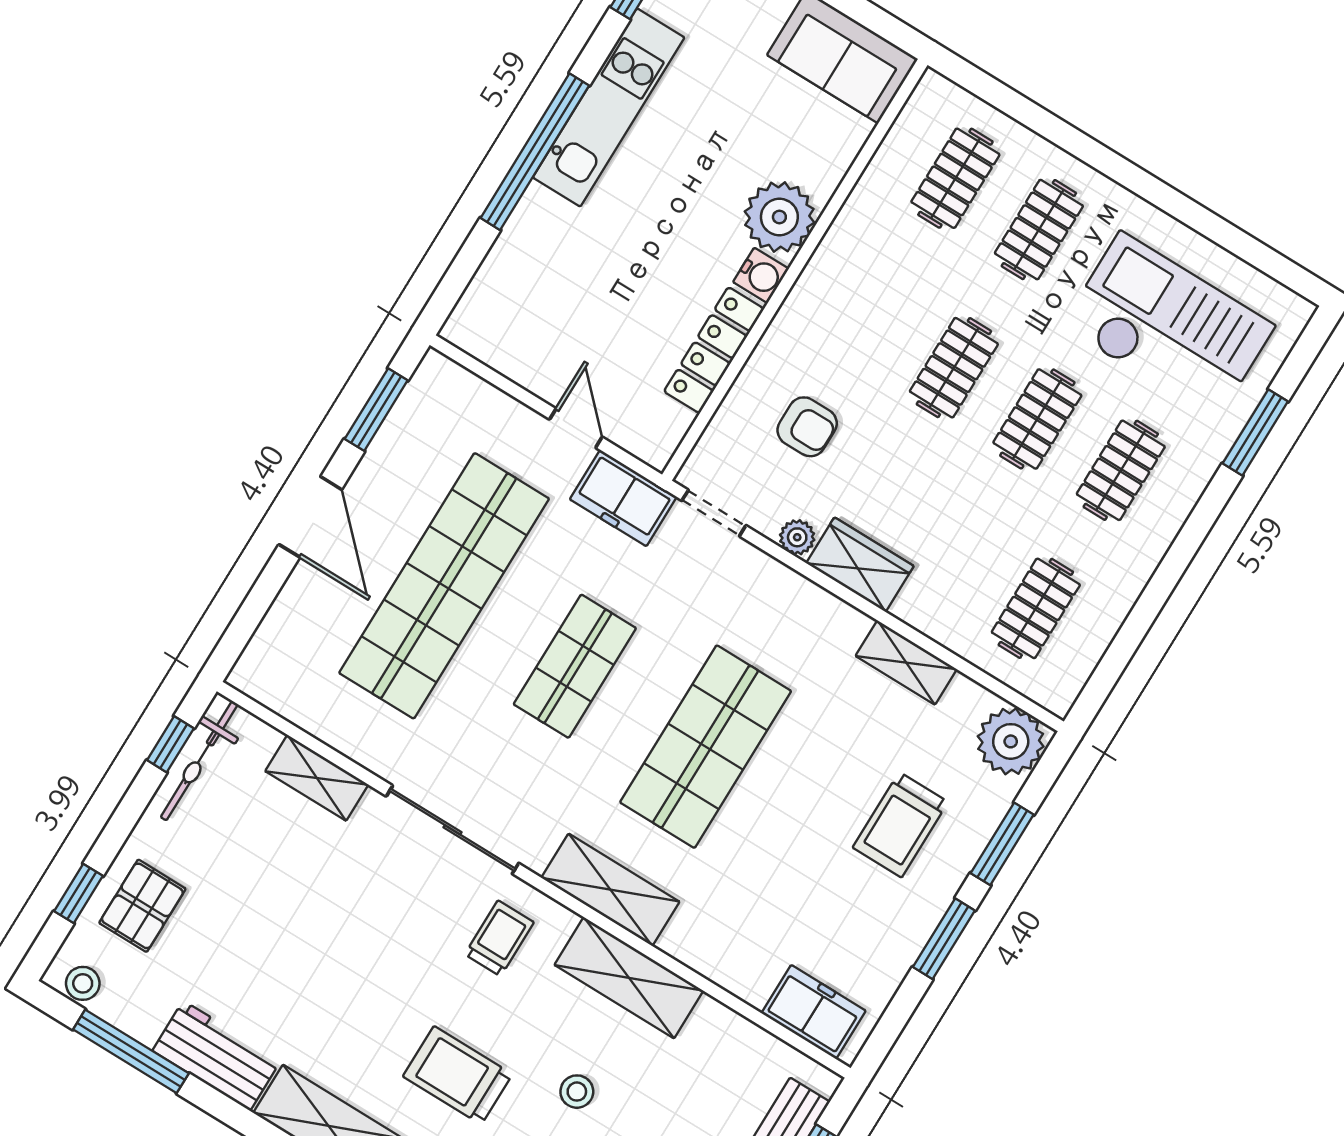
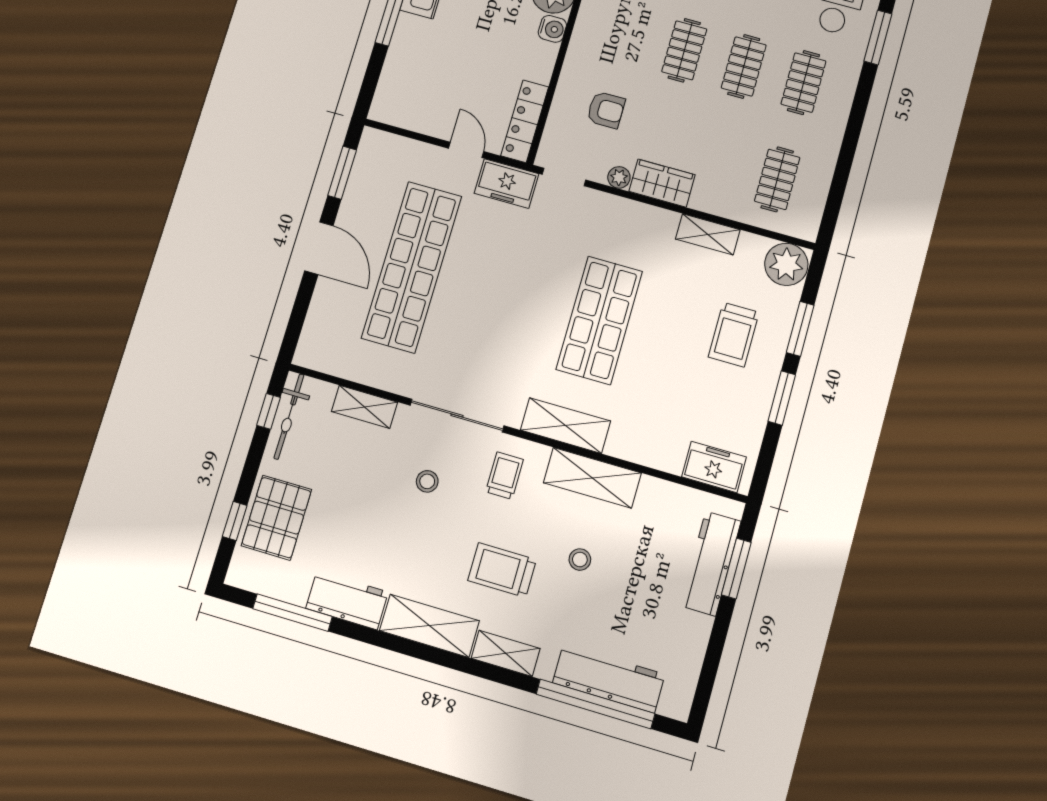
locker: (714, 350) -> (525, 121), moved
shop shelf: (575, 666) -> (505, 294), removed
pallet: (142, 906) -> (276, 518), width x1.50, depth x1.42
stool: (83, 983) -> (427, 481), moved

